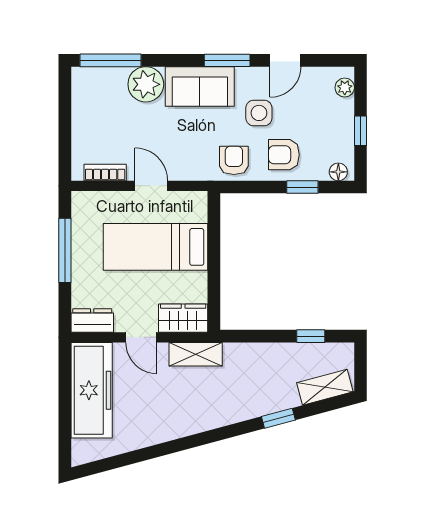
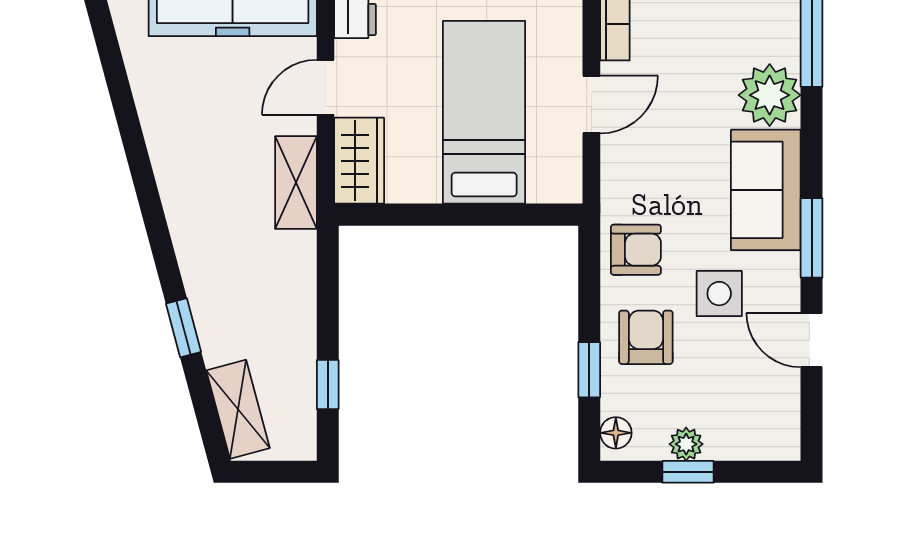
plant: (345, 88) -> (686, 444), moved

